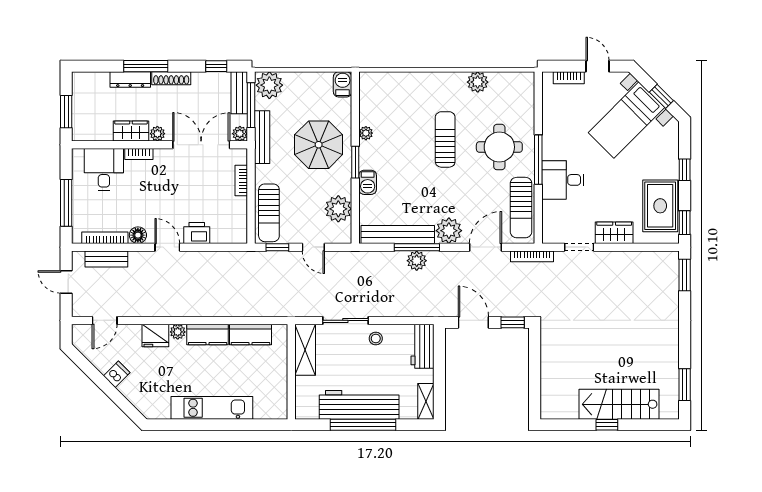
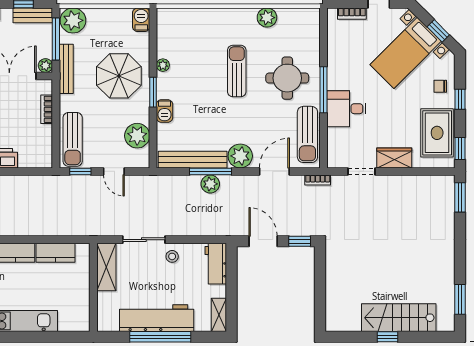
bench: (239, 93) -> (33, 15), moved, turned 90
chair: (664, 156) -> (440, 86), added
bookcase: (532, 256) -> (318, 180), width x0.64

